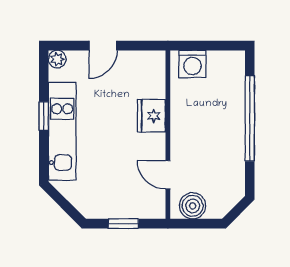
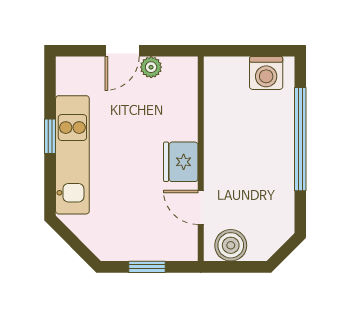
plant: (57, 59) -> (151, 67), moved
washing machine: (192, 64) -> (266, 73), moved
fridge: (151, 116) -> (181, 162), moved

